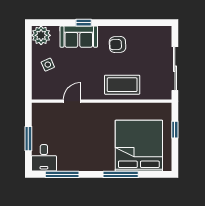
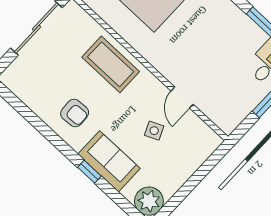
side table: (48, 65) -> (154, 131), moved
door: (72, 101) -> (182, 98), hinge flipped

